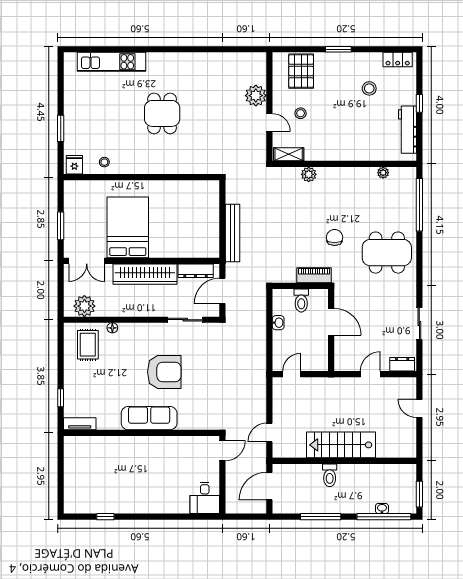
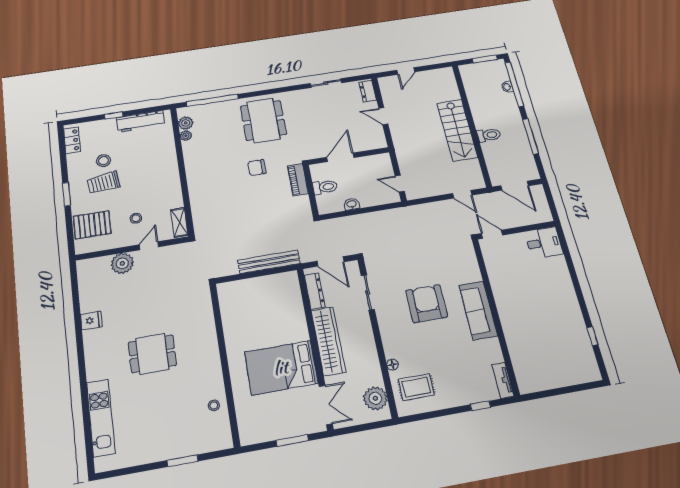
trolley: (345, 86) -> (103, 183), added
fridge: (74, 165) -> (91, 321), moved, turned 180
plant: (309, 174) -> (186, 123), moved

